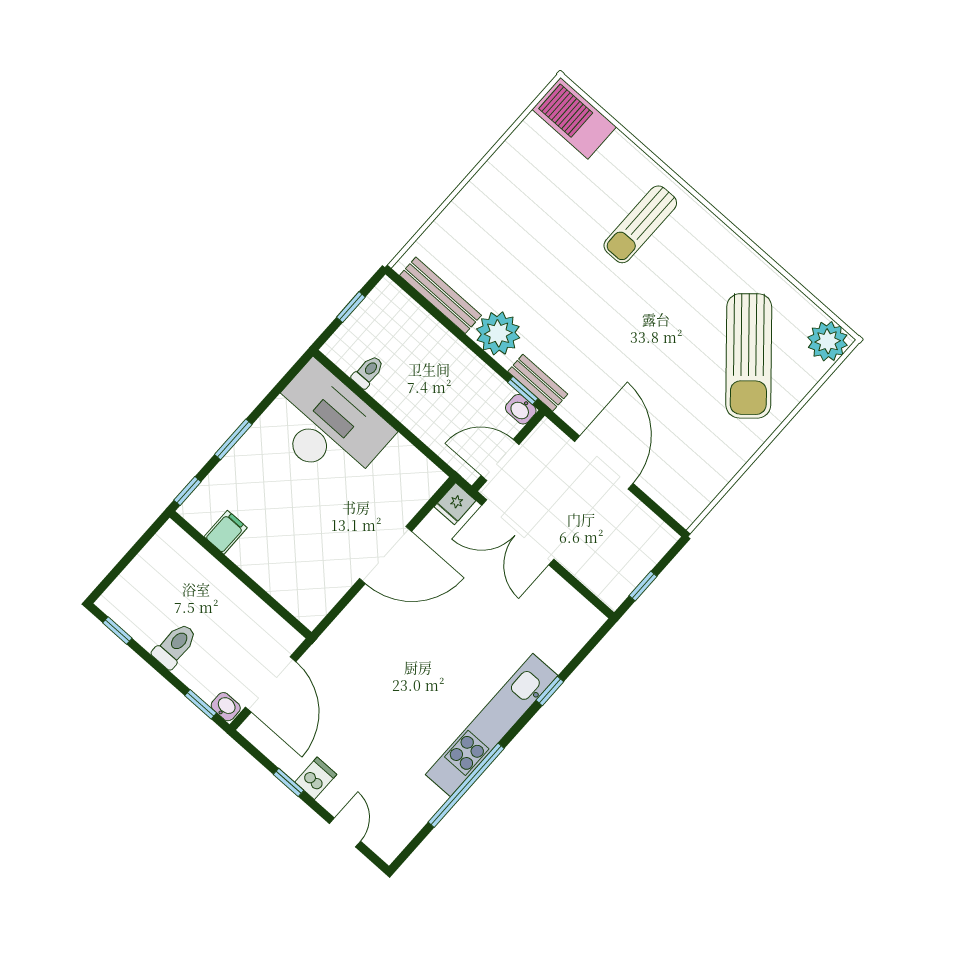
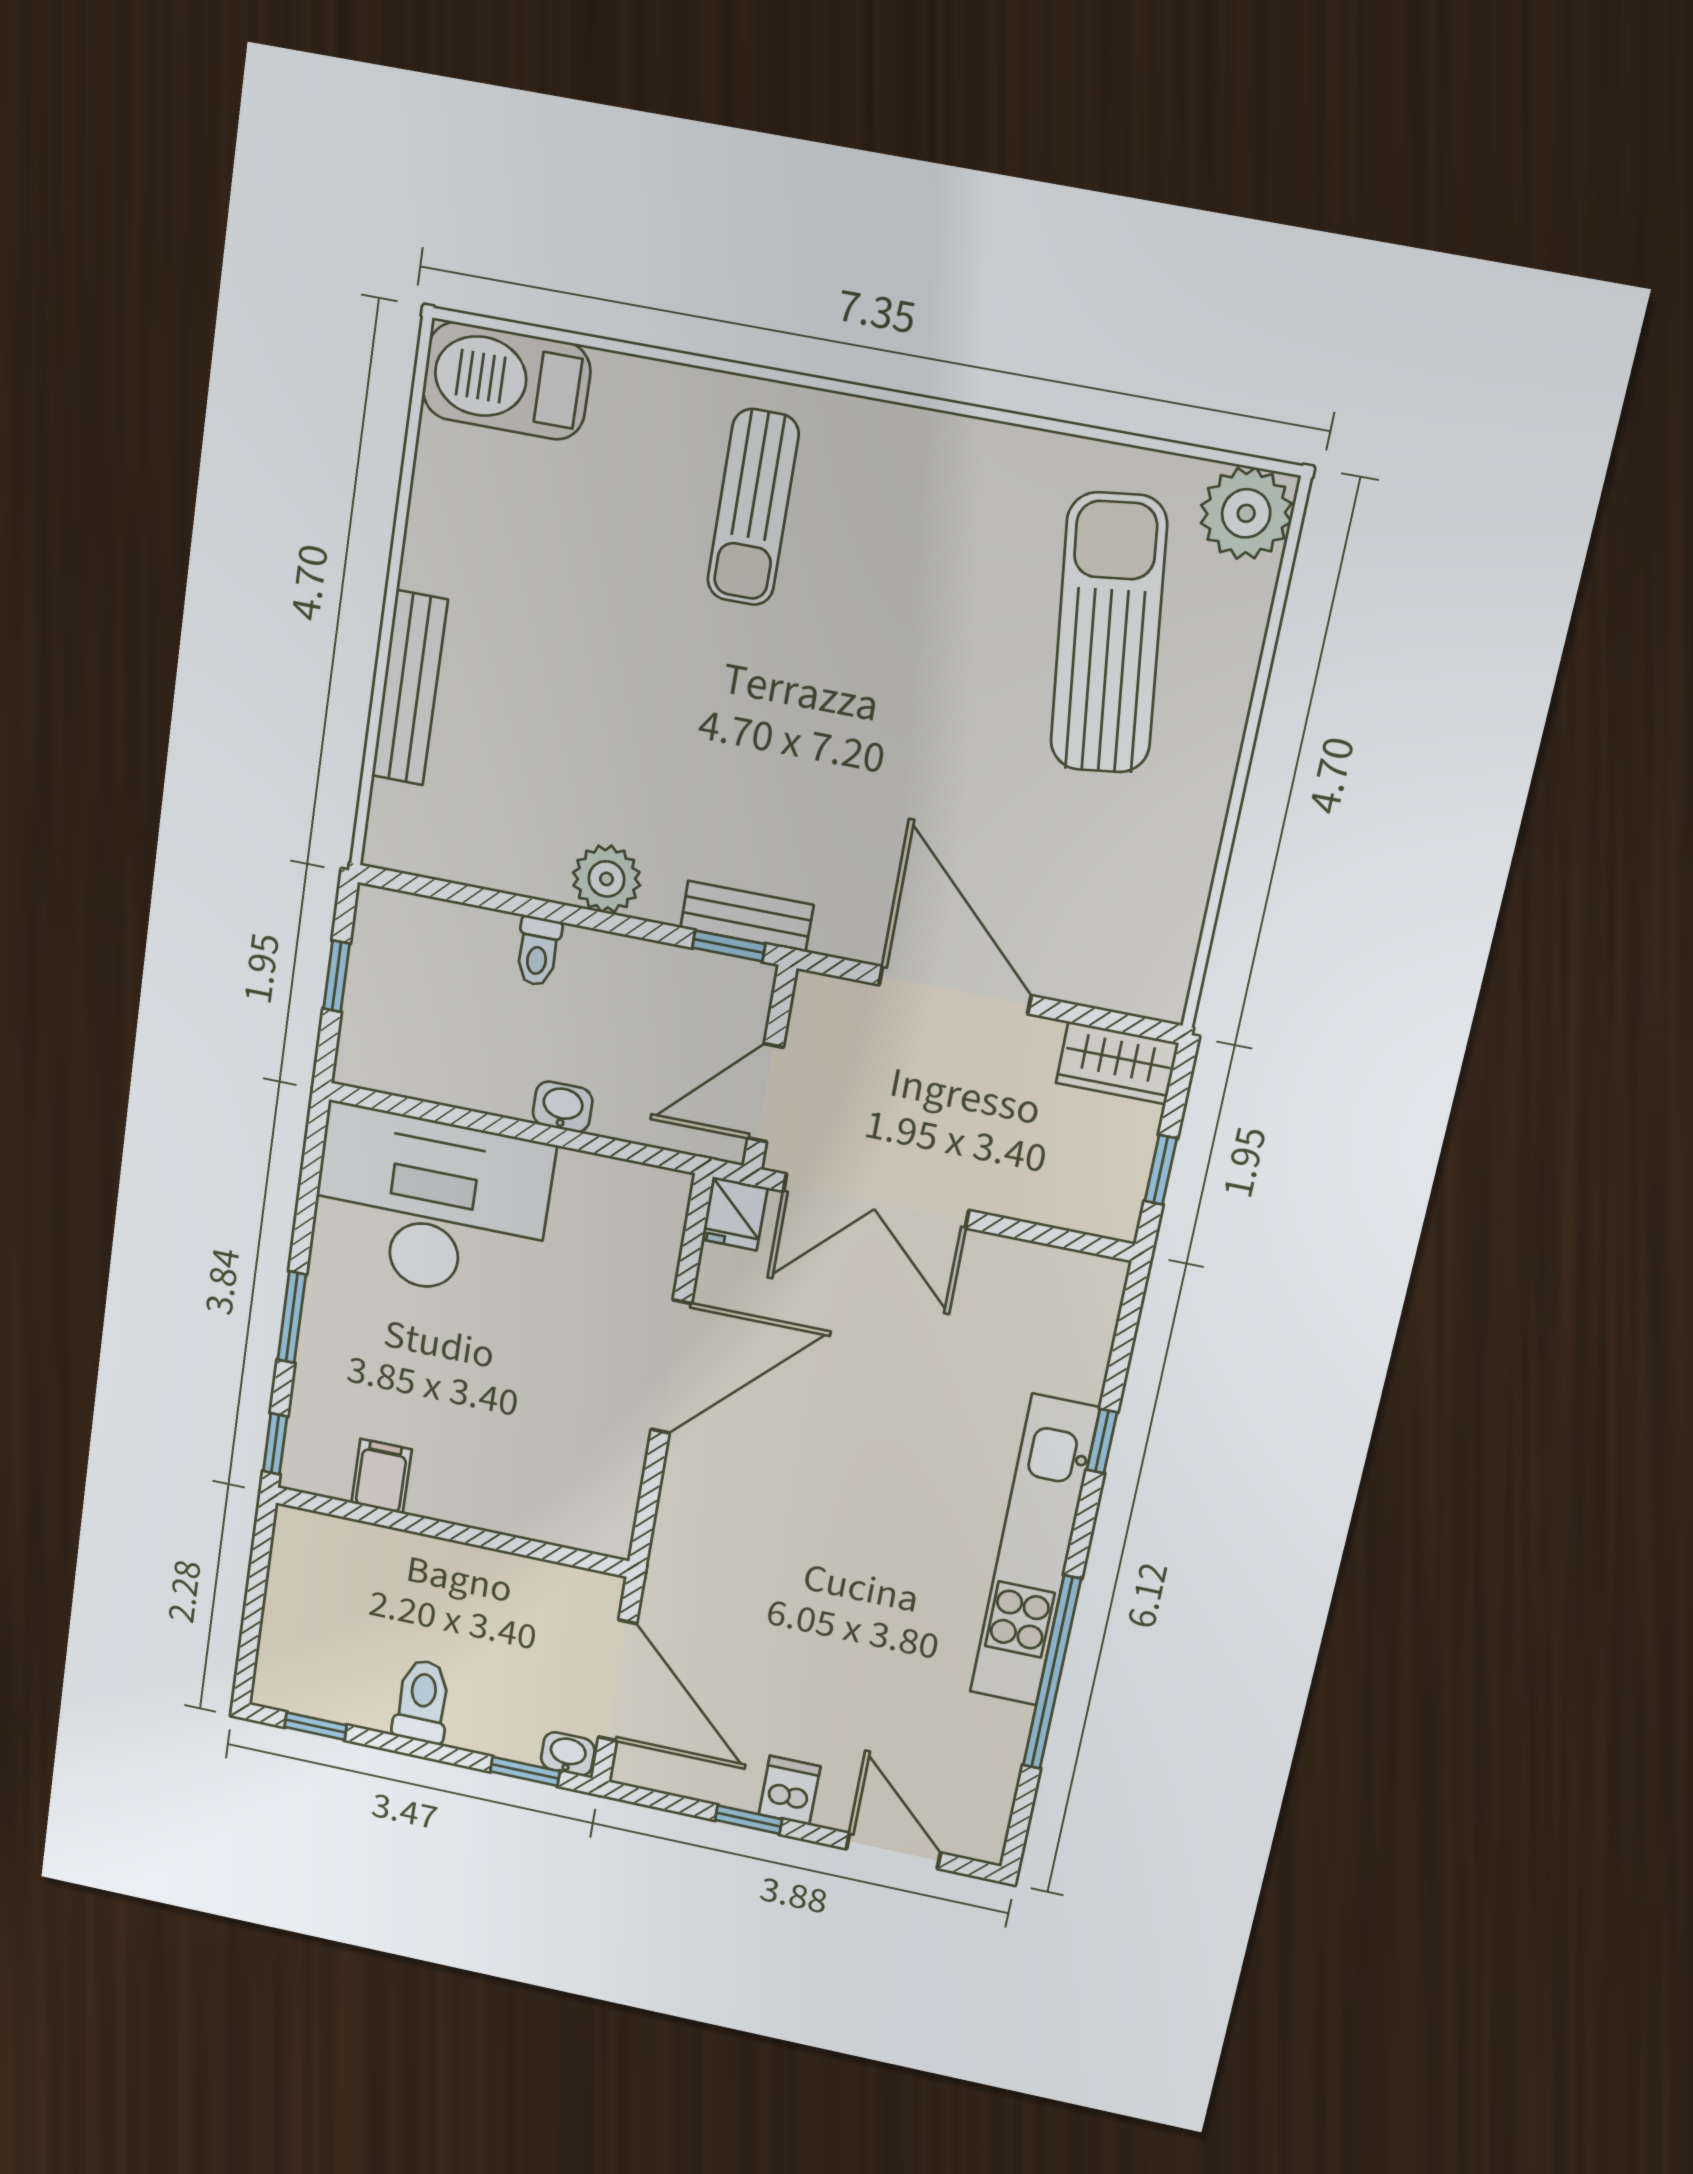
bench: (441, 295) -> (410, 688), moved, turned 90
plant: (498, 333) -> (606, 879), width x0.73, depth x0.73
sun lounger: (749, 356) -> (1109, 634), turned -146
toilet: (368, 372) -> (538, 951), moved, turned 180
washbasin: (521, 409) -> (563, 1107), moved, turned 180
wardrobe: (652, 531) -> (1117, 1063), added
door: (345, 832) -> (893, 1851), width x1.37

